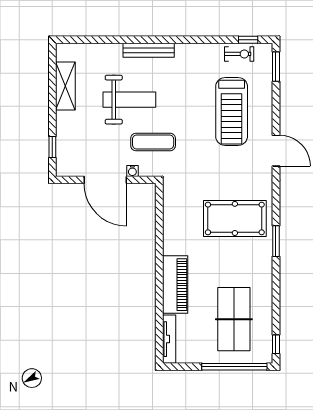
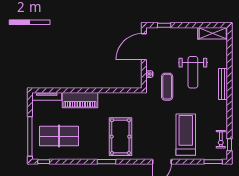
shelving: (65, 86) -> (213, 33), moved
treadmill: (232, 111) -> (186, 135), turned 90
door: (105, 180) -> (144, 47), moved

